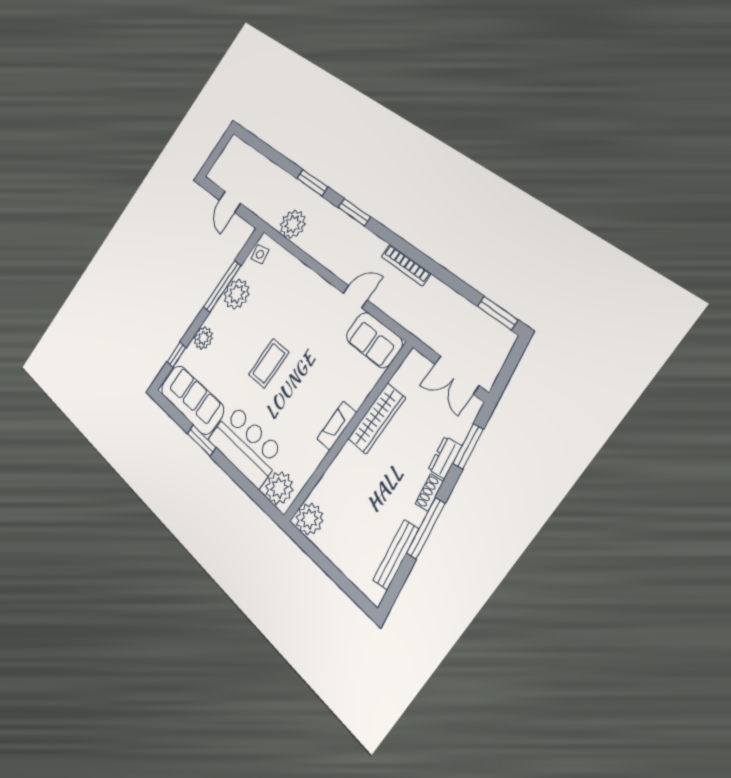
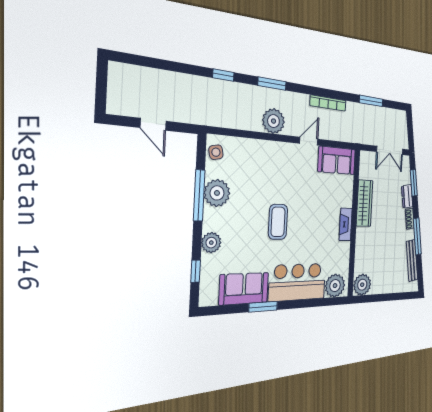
window: (312, 183) -> (223, 75), width x0.67
plant: (293, 224) -> (274, 121), moved
window: (498, 313) -> (371, 101), moved
sofa: (192, 400) -> (244, 289), width x0.73

